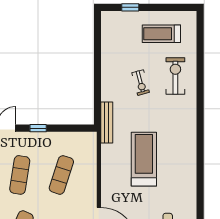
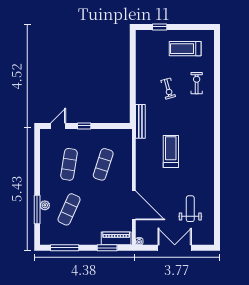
exercise bike: (175, 76) -> (197, 83), width x0.73, depth x0.72
treadmill: (144, 159) -> (171, 151), width x0.73, depth x0.73

